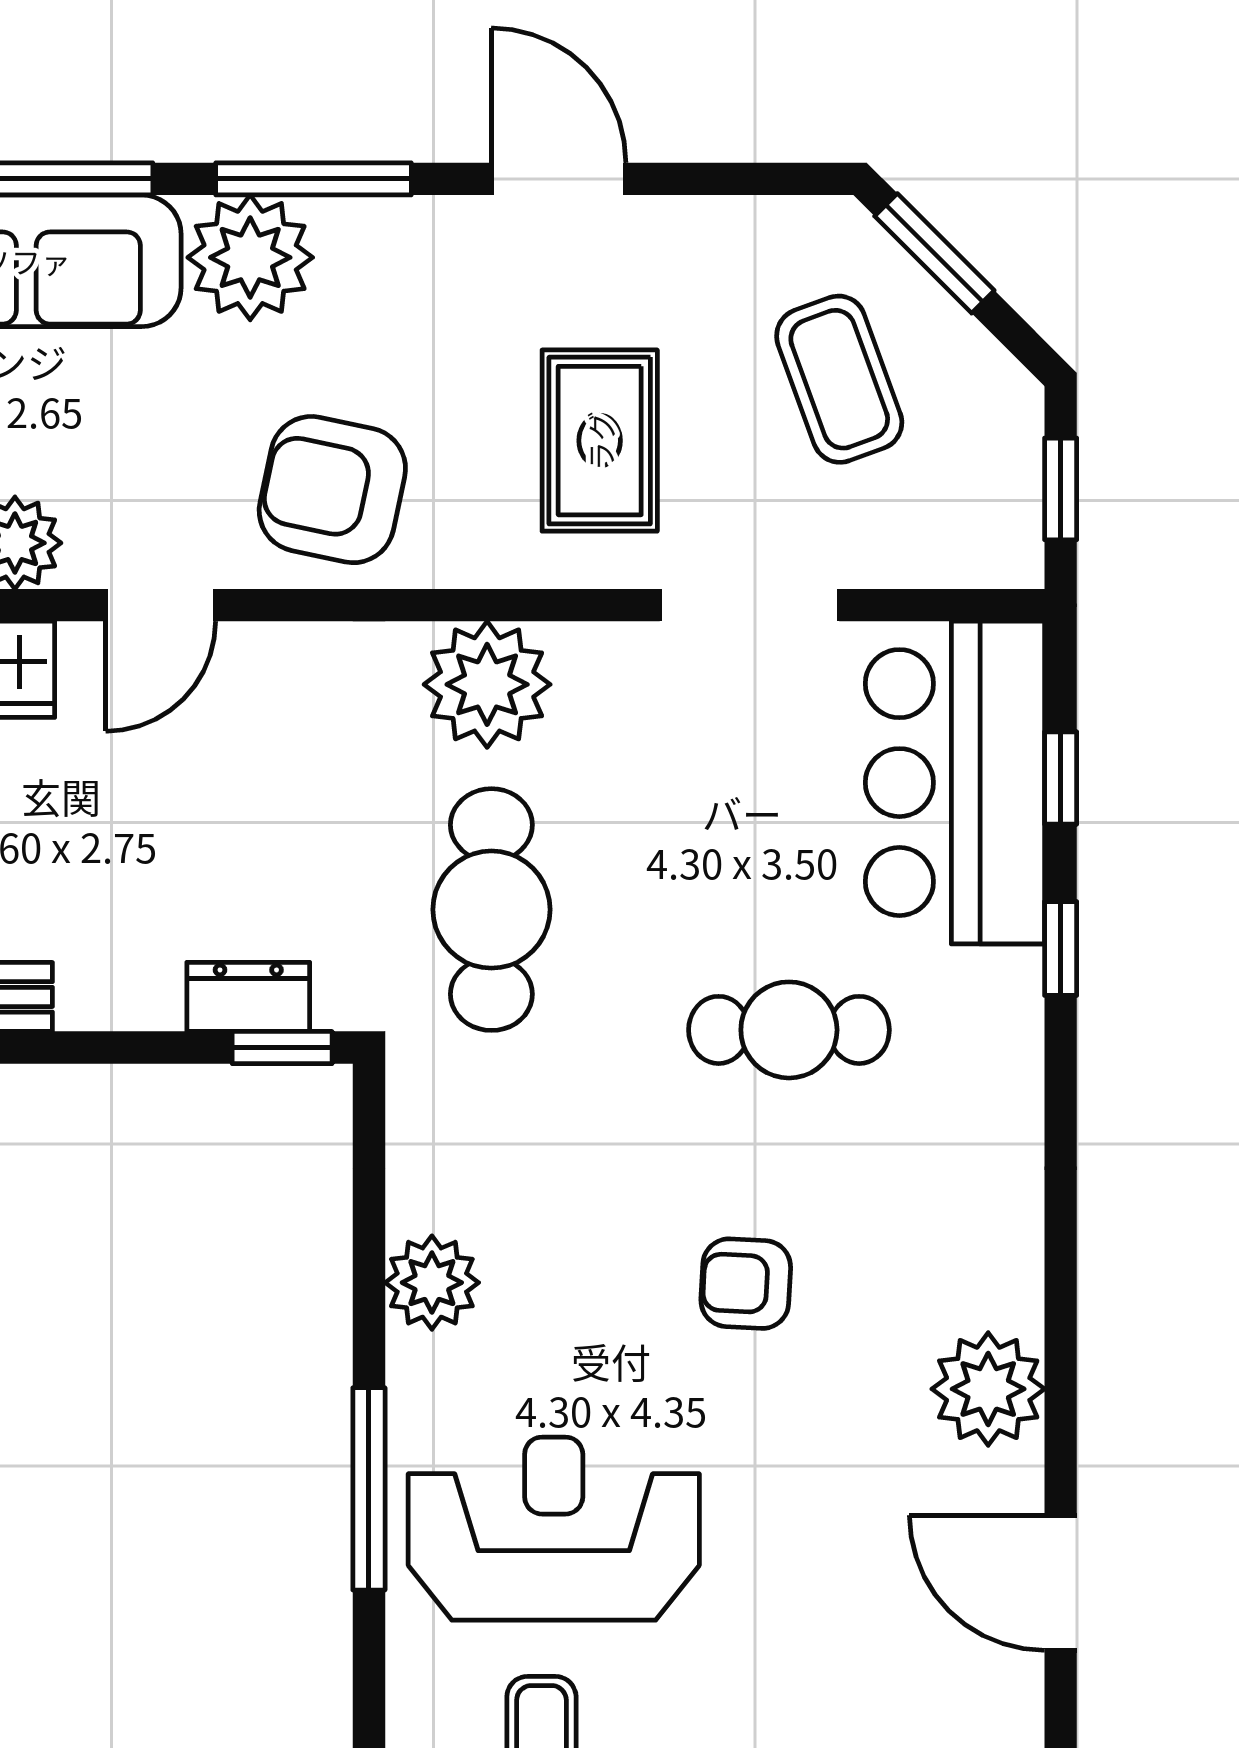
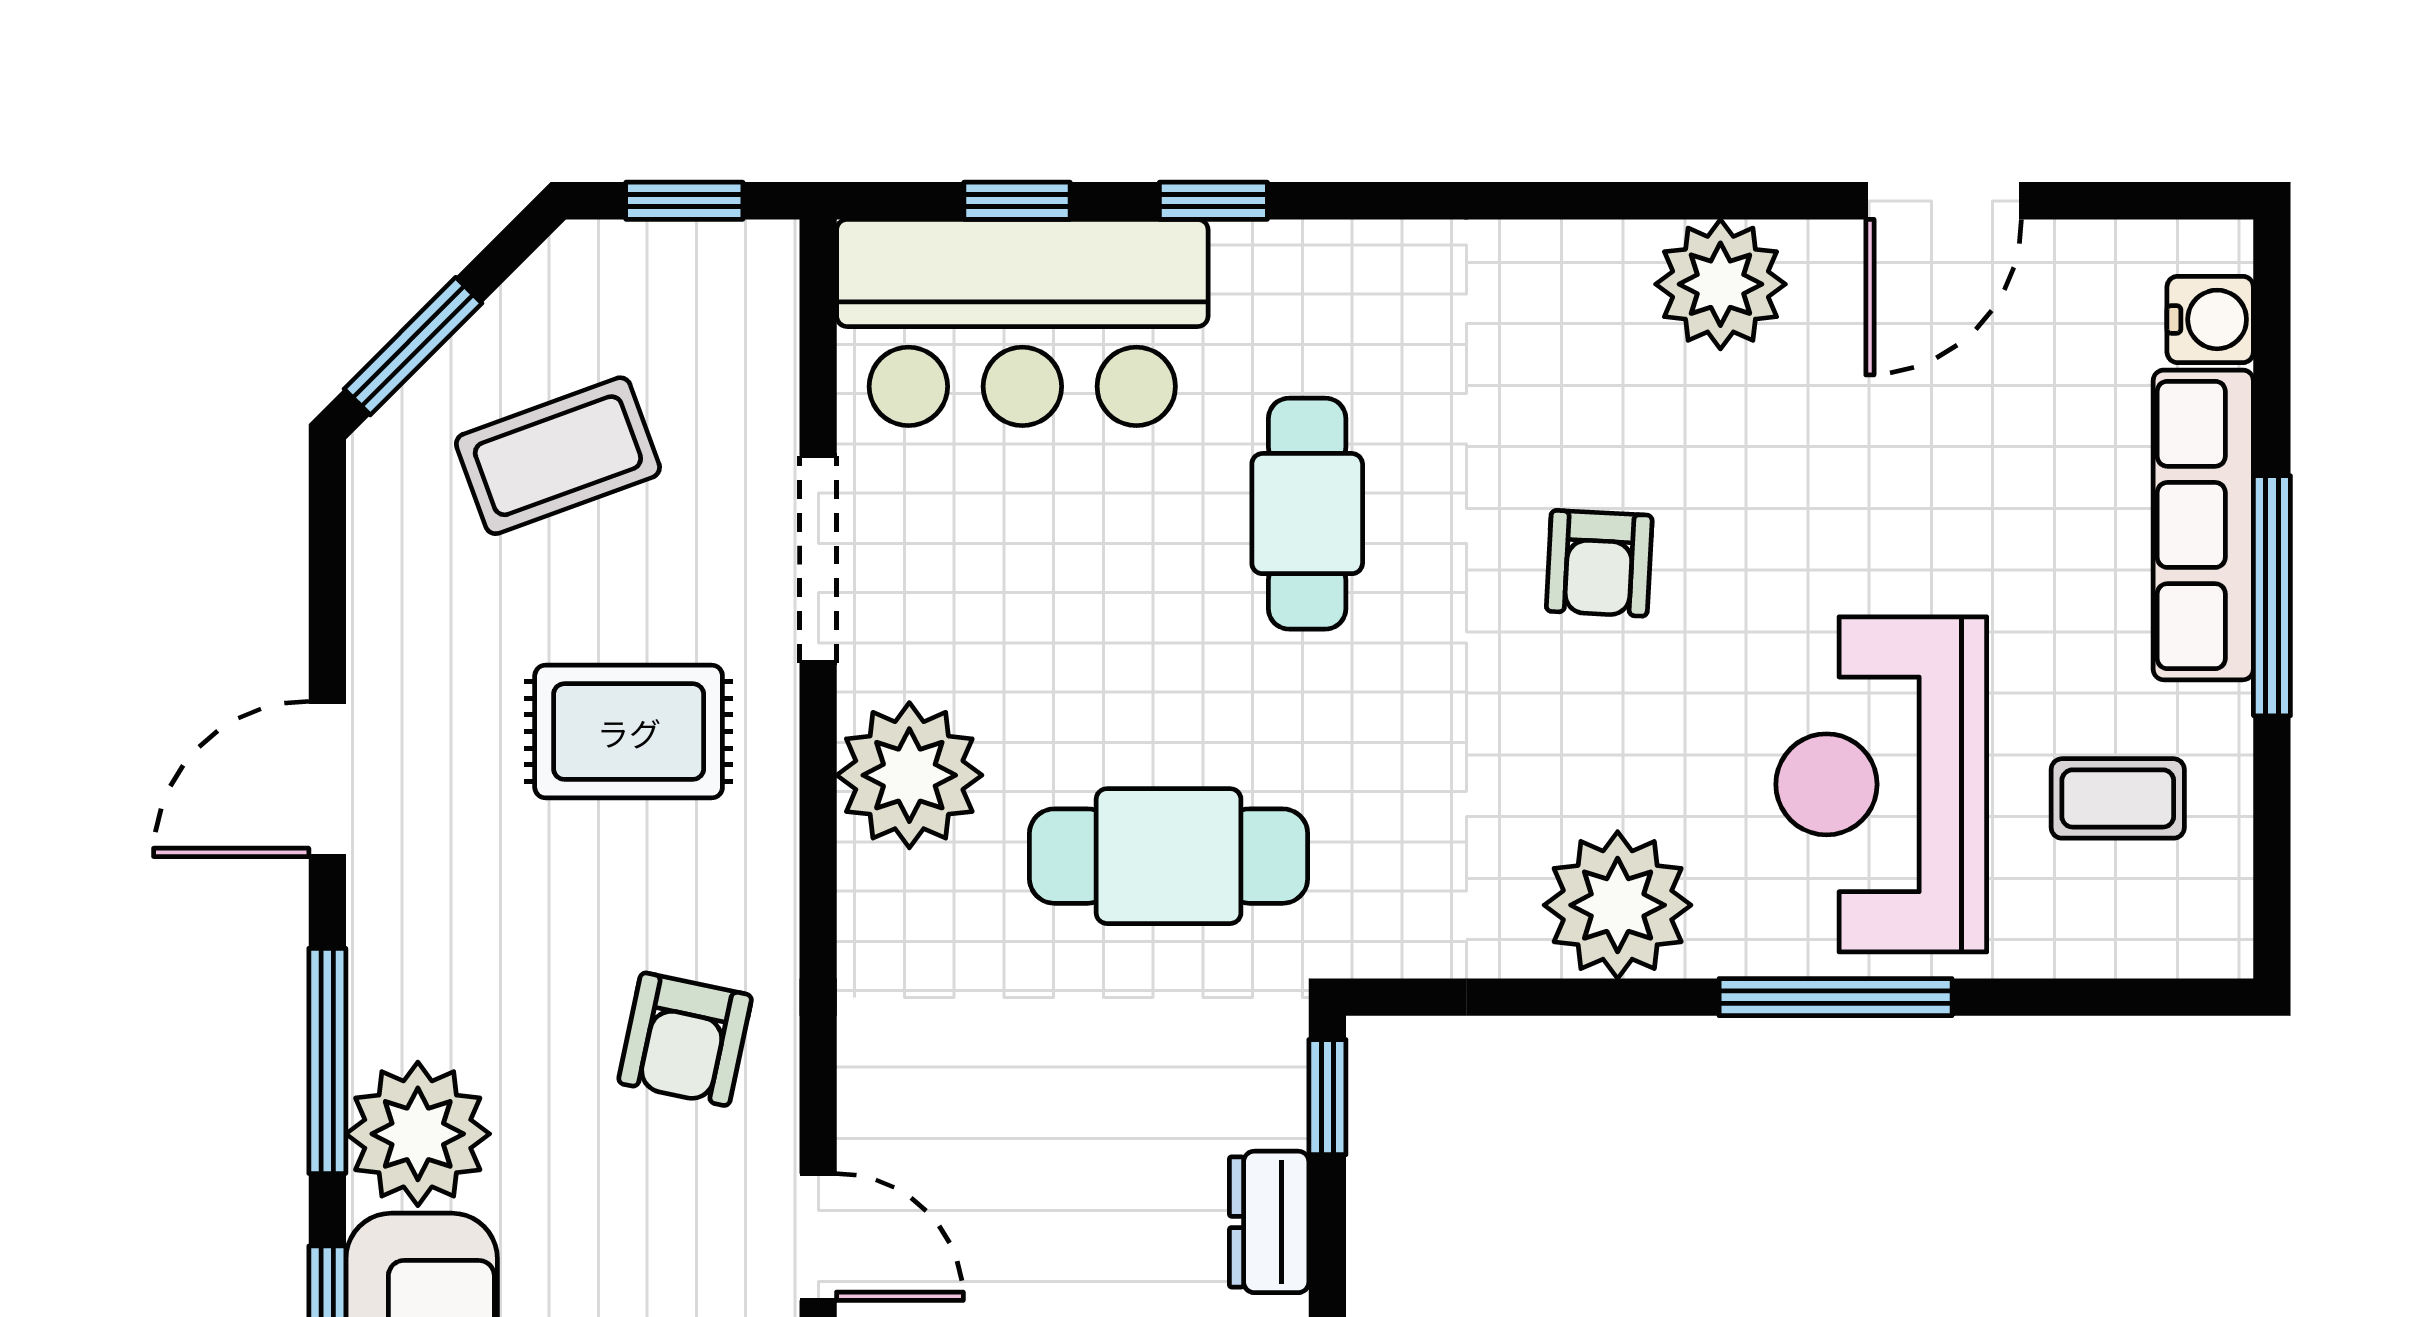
armchair: (332, 490) -> (685, 1039), width x0.72, depth x0.72
plant: (487, 684) -> (909, 775), moved
dresser: (248, 997) -> (1269, 1222), moved
plant: (432, 1283) -> (1618, 905), width x1.36, depth x1.36

